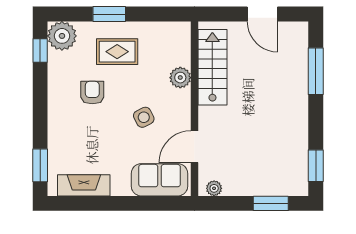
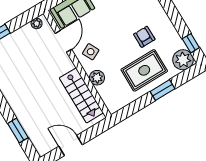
rug: (117, 52) -> (144, 70), width x1.36, depth x1.43
window: (316, 71) -> (18, 130), width x0.69
armchair: (92, 93) -> (144, 37), turned 180
side table: (144, 117) -> (91, 52), moved

